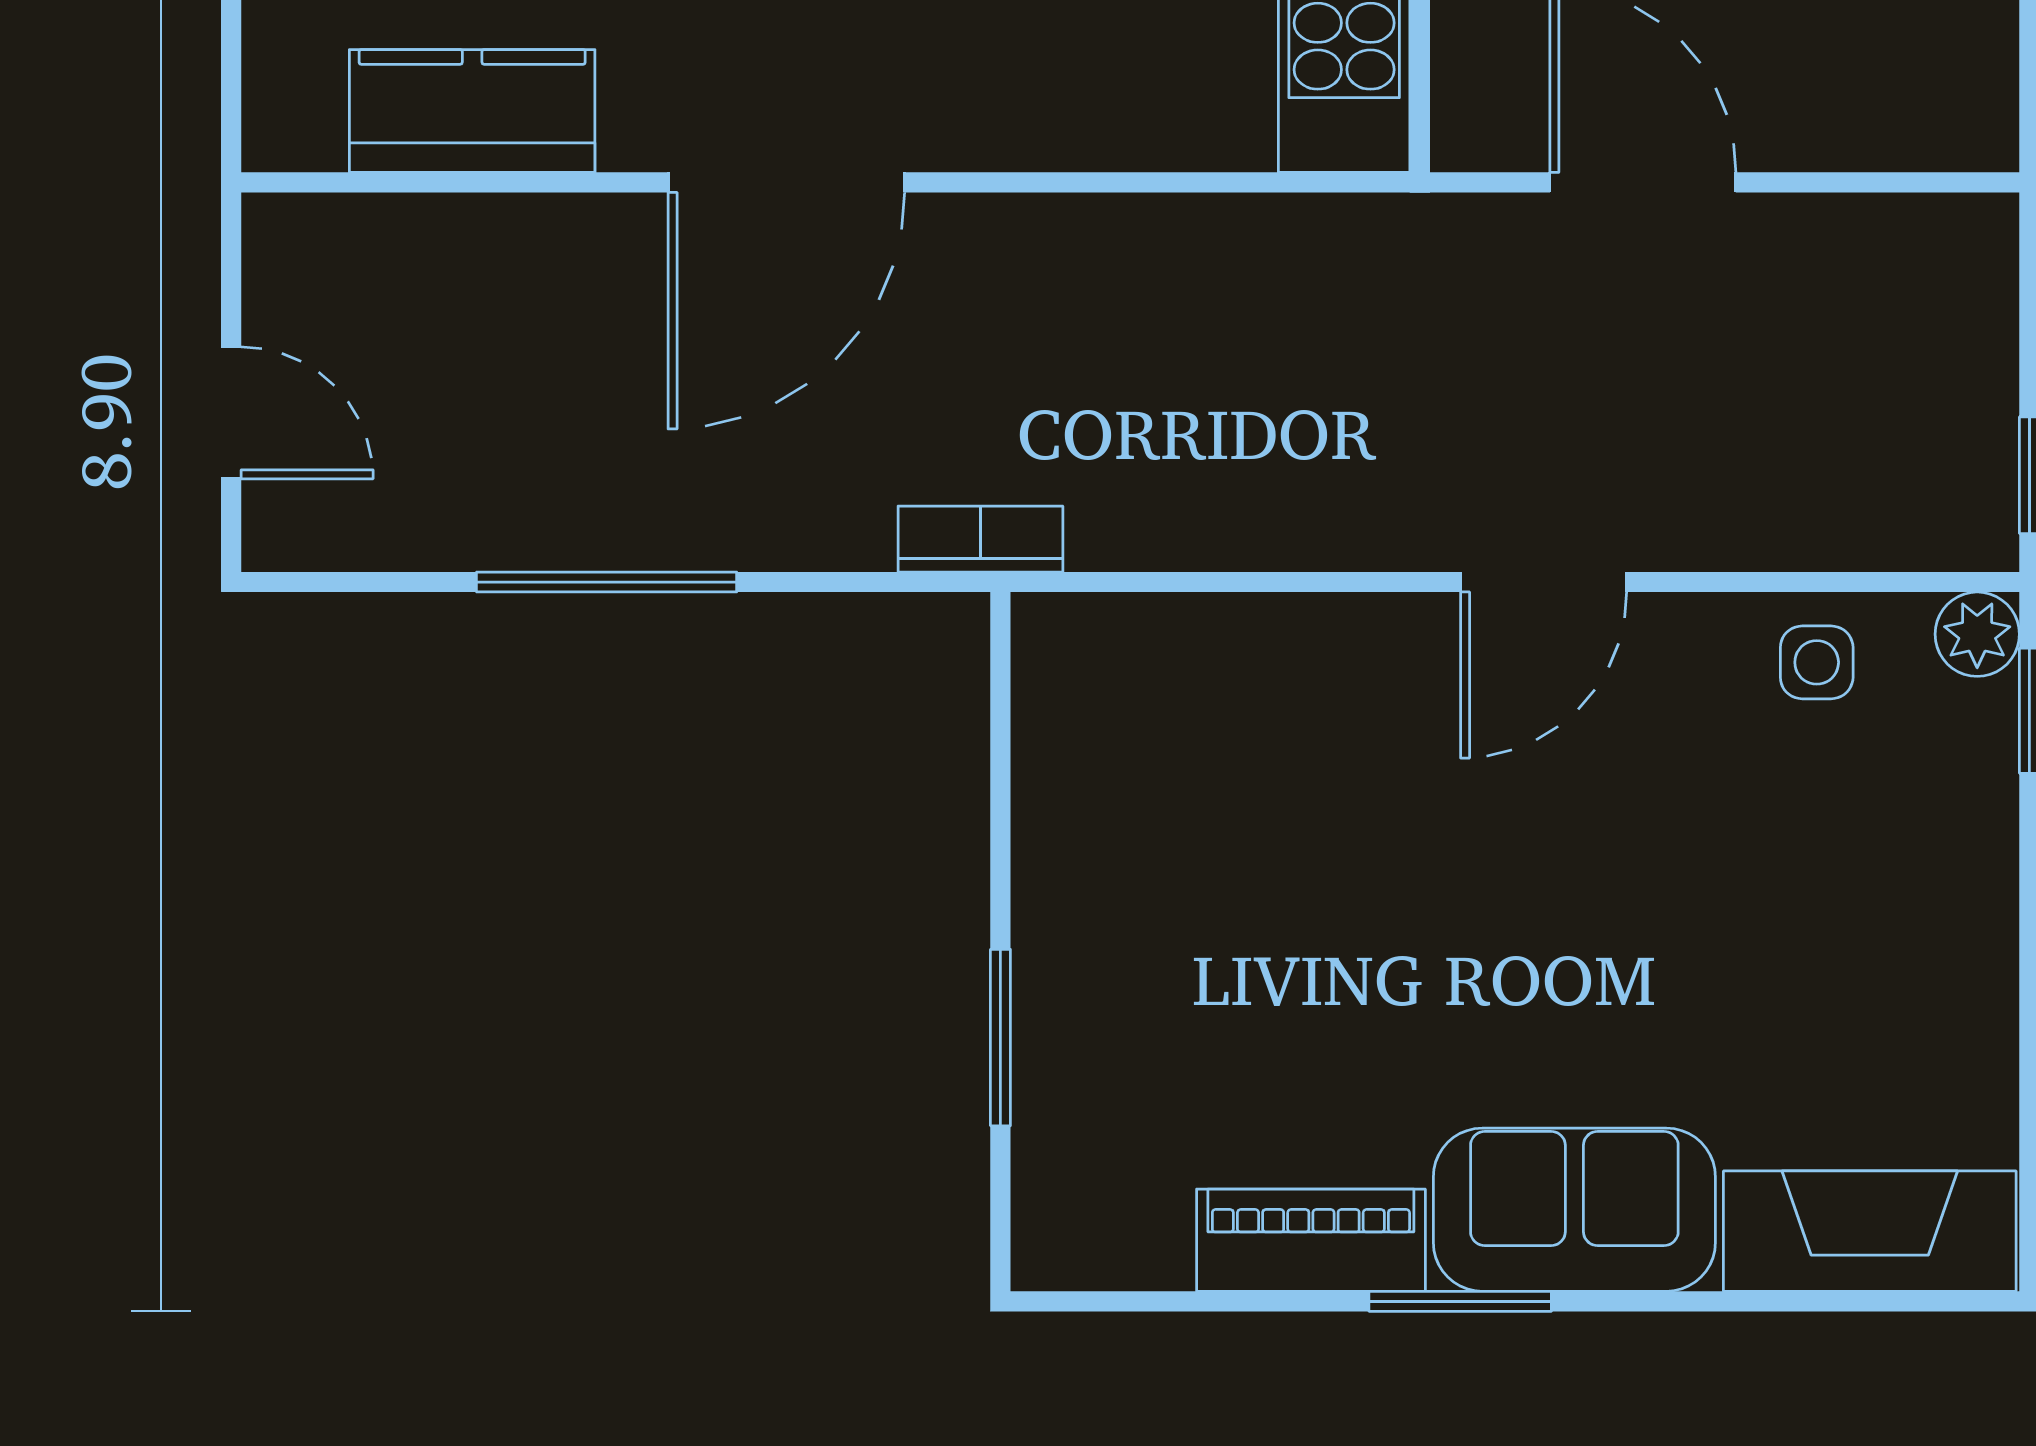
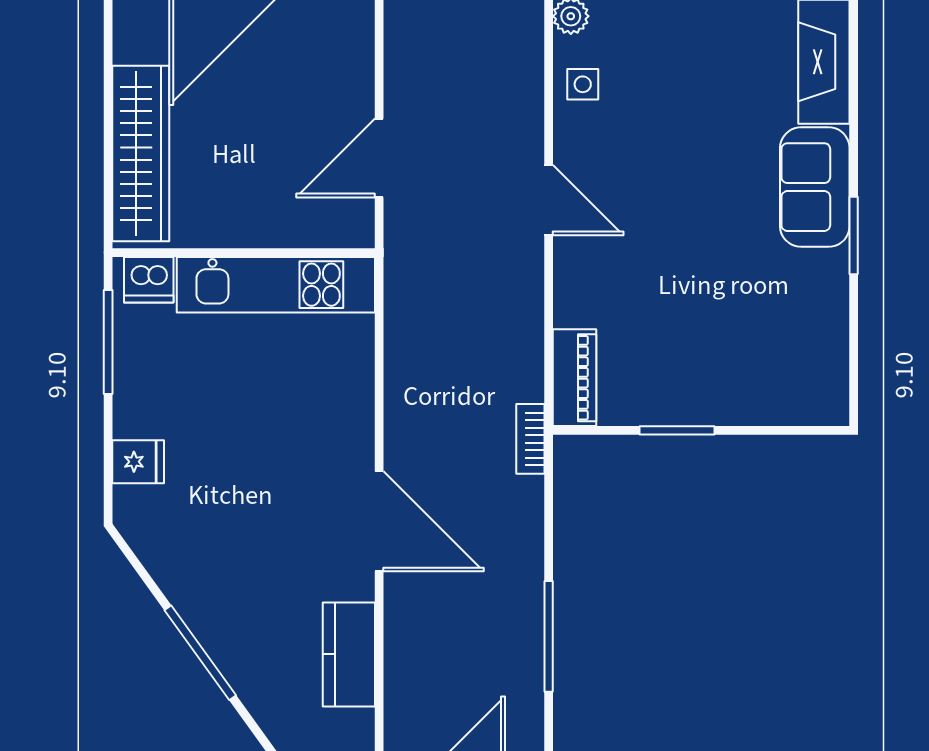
window: (607, 582) -> (549, 636), moved
window: (1000, 1038) -> (677, 430), moved
piano: (1311, 1240) -> (575, 378), moved, turned 180

